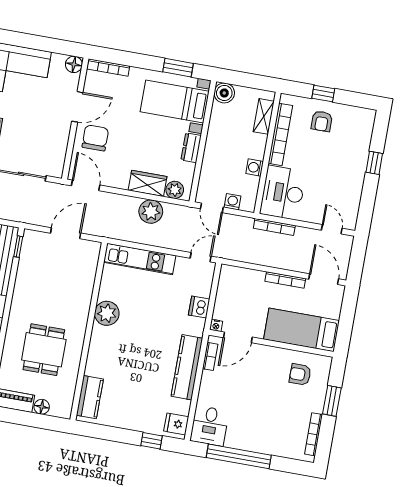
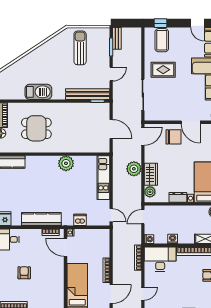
washing machine: (233, 202) -> (149, 239), moved
plant: (151, 212) -> (134, 169), moved
armchair: (300, 374) -> (24, 273), moved

